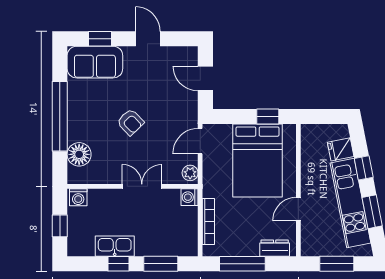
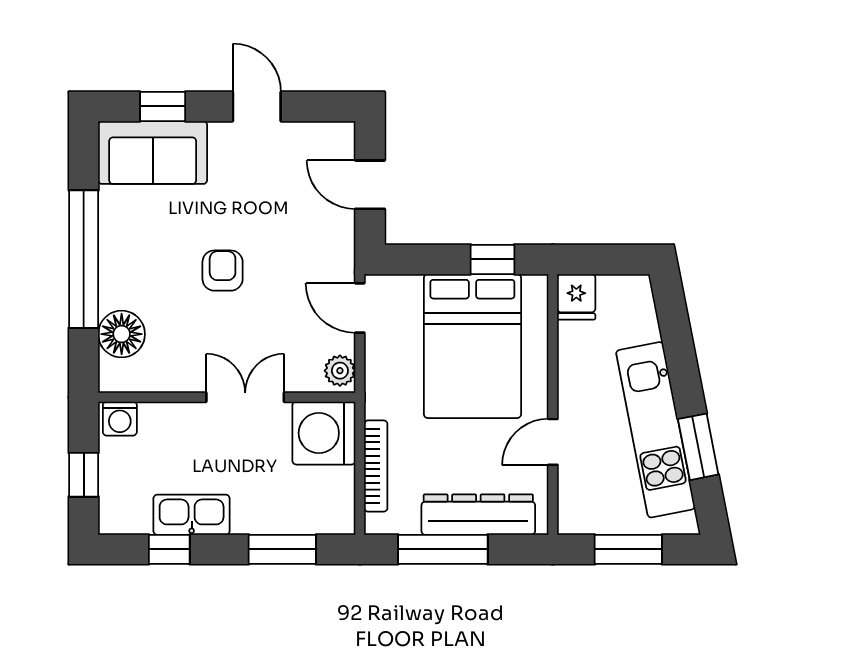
armchair: (130, 122) -> (223, 271), turned -136
door: (200, 141) -> (360, 308), hinge flipped
fridge: (341, 149) -> (576, 297), moved, turned -79
window: (364, 168) -> (681, 361), removed
washing machine: (189, 197) -> (324, 433), width x1.89, depth x1.89
dresser: (275, 248) -> (478, 515), width x1.96, depth x1.24
window: (119, 264) -> (169, 549), moved

